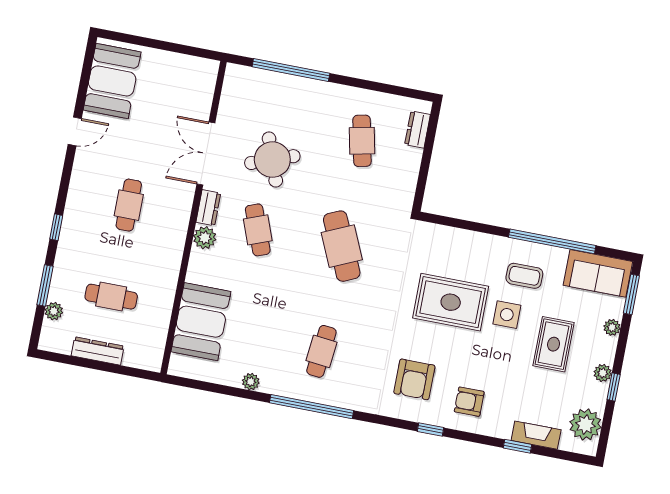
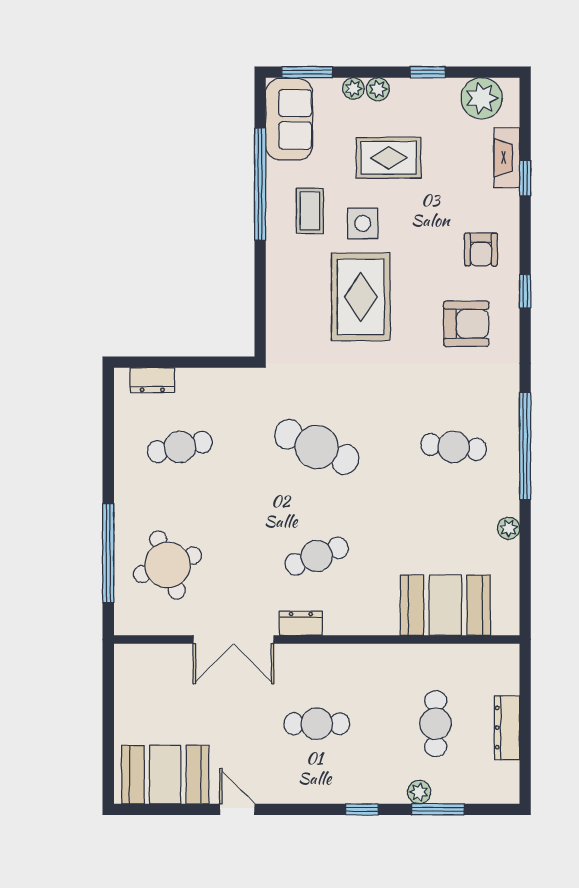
round table: (272, 160) -> (167, 565), moved
plant: (205, 238) -> (339, 621), removed
cafe table: (342, 246) -> (317, 447), turned 48
plant: (54, 311) -> (419, 792), moved
plant: (603, 373) -> (378, 89), moved

